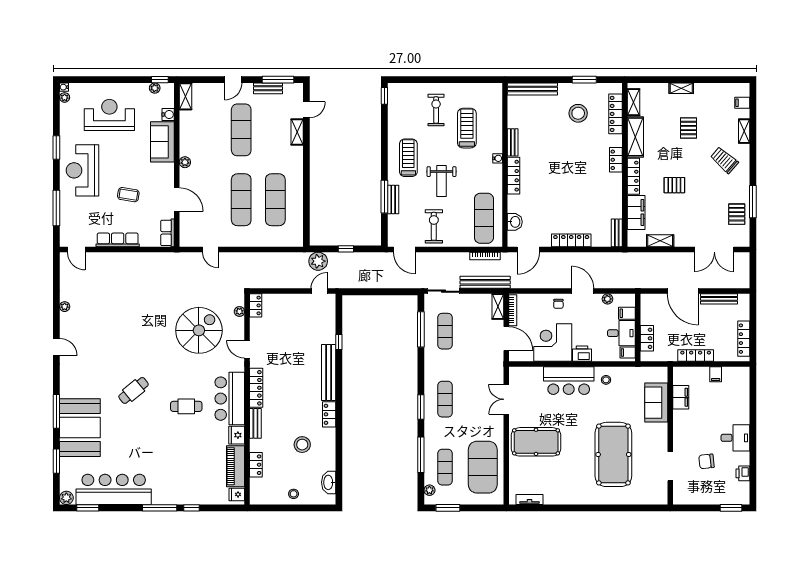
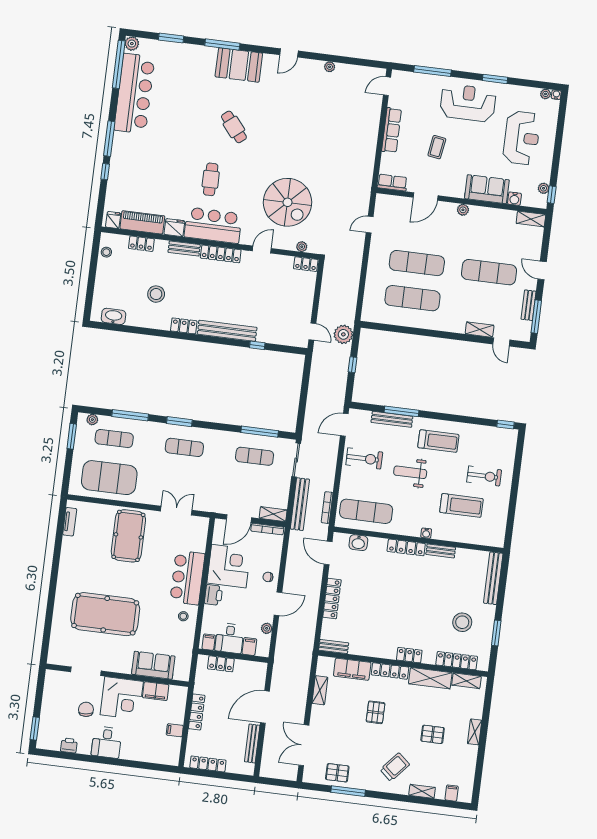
bench: (393, 200) -> (392, 419), width x1.36
booth: (80, 428) -> (239, 65), moved, width x0.73, depth x0.70
corner desk: (691, 429) -> (122, 698), added
stool: (294, 494) -> (106, 252), moved
window: (88, 508) -> (119, 64), width x2.11

